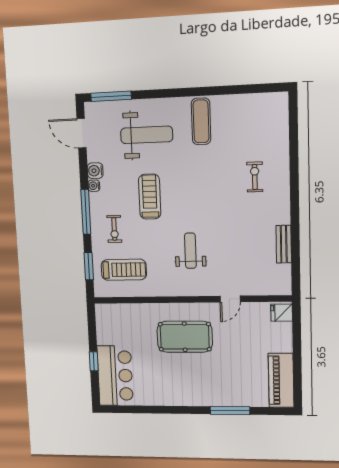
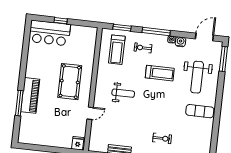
door: (230, 299) -> (90, 113), swing flipped
piano: (281, 380) -> (30, 95), moved, turned 90

